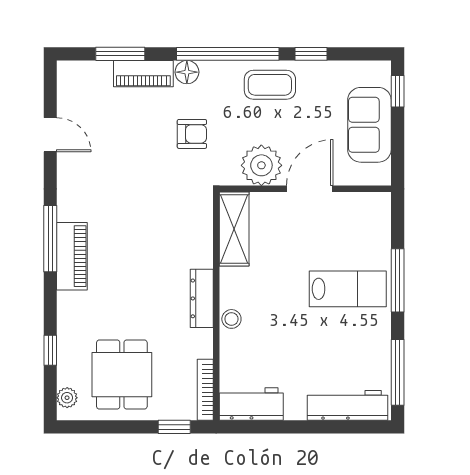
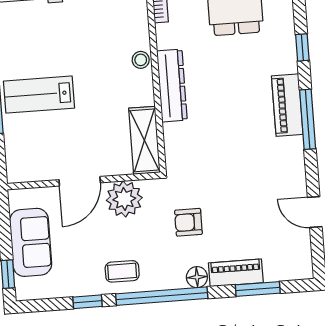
coffee table: (270, 85) -> (122, 271), width x0.73, depth x0.77
dresser: (202, 298) -> (172, 86), width x1.37, depth x1.24
window: (50, 350) -> (302, 47), moved

